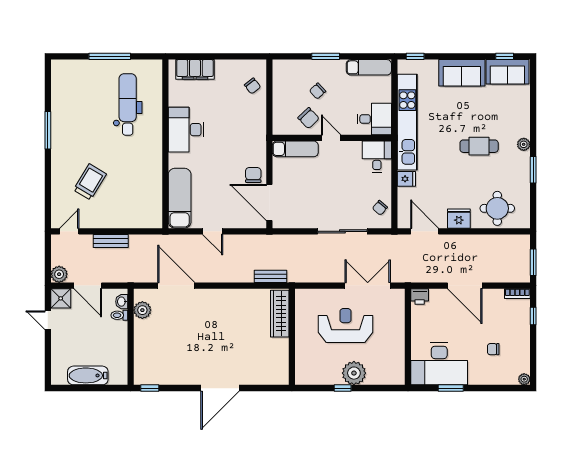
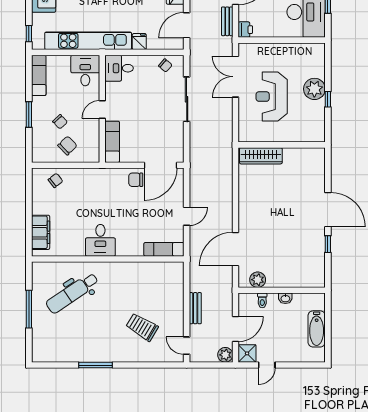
dental chair: (128, 104) -> (72, 293), turned -34
chair: (309, 118) -> (67, 146), moved
desk: (186, 130) -> (100, 240), width x0.73
exam couch: (180, 198) -> (164, 249), width x0.73, depth x0.69
bench: (271, 276) -> (227, 21), moved
washbasin: (122, 302) -> (285, 298), moved
window: (150, 388) -> (328, 244), moved

